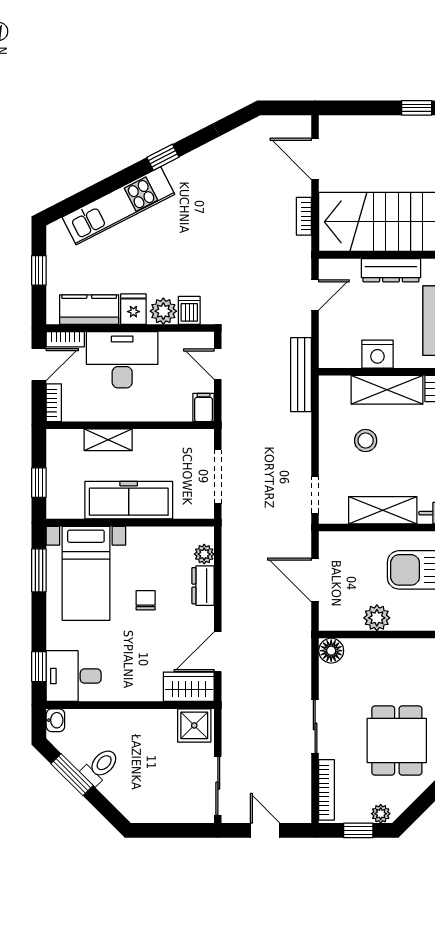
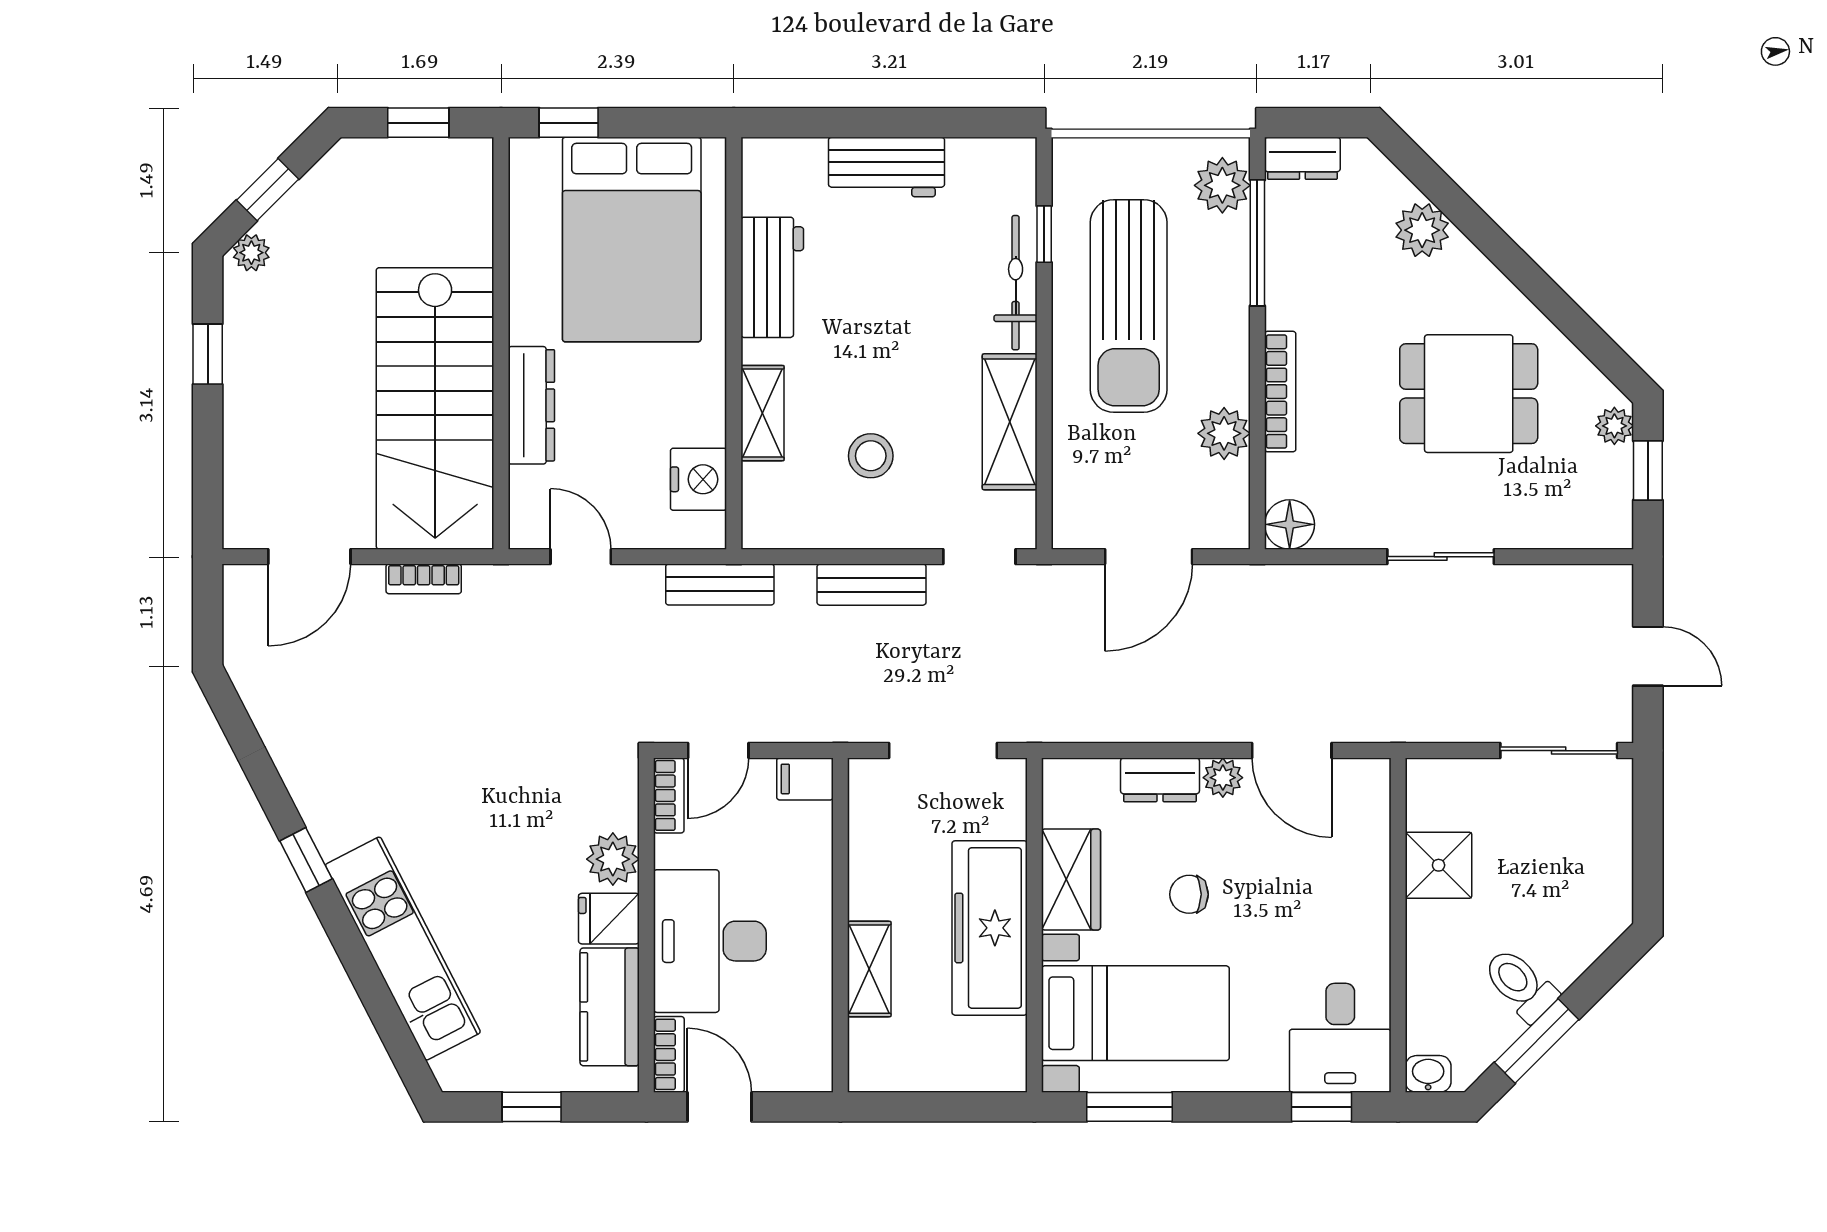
dishwasher: (189, 310) -> (611, 807), removed
nightstand: (377, 354) -> (699, 479), moved
bench: (301, 375) -> (720, 584), width x0.73
shelving: (387, 390) -> (763, 413), width x0.67, depth x0.75
bookcase: (54, 403) -> (669, 795), moved, turned 90
bench: (301, 441) -> (872, 585), added
window: (39, 483) -> (955, 1107), removed
plant: (204, 554) -> (1223, 778), moved
wardrobe: (189, 687) -> (1071, 880), moved, turned 180
shower: (194, 725) -> (1439, 865), moved
bookcase: (326, 790) -> (1280, 392), moved, turned 90
door: (265, 830) -> (1648, 656), swing flipped

